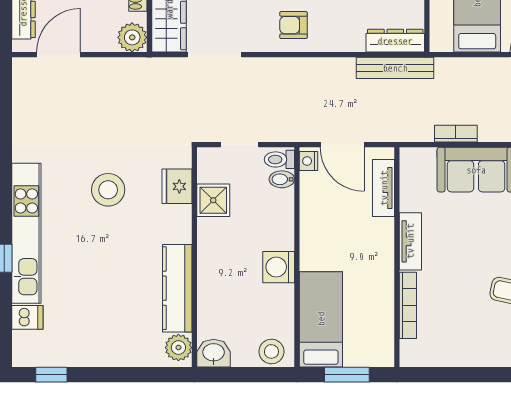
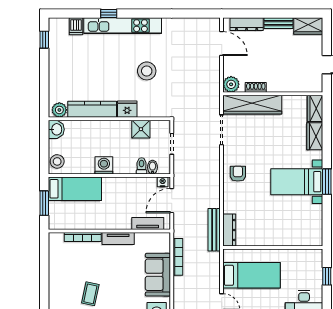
bookcase: (456, 134) -> (178, 257), width x1.56
toilet: (279, 159) -> (142, 166), moved
fridge: (177, 186) -> (127, 109), moved

